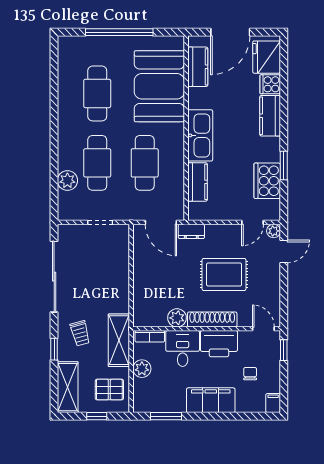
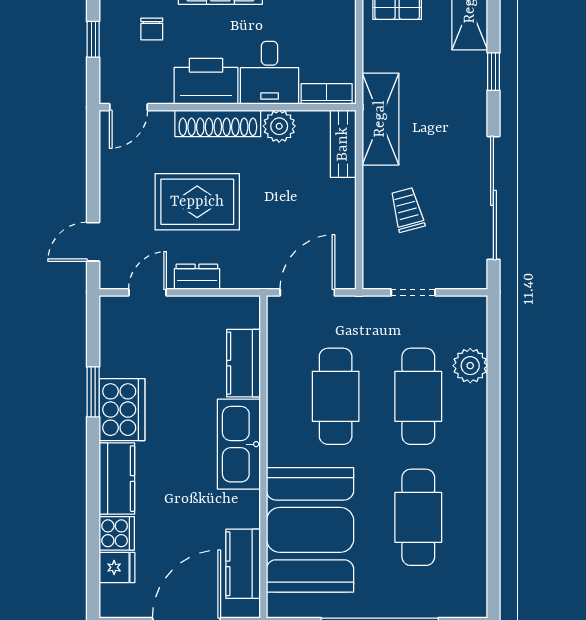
fridge: (267, 57) -> (117, 567), width x0.53, depth x0.75
cooker: (267, 181) -> (122, 410), moved
door: (161, 222) -> (307, 292), hinge flipped
dresser: (191, 231) -> (197, 277), moved
plant: (274, 231) -> (111, 278), removed
bench: (140, 308) -> (343, 144), added
door: (263, 329) -> (129, 107), hinge flipped
trolley: (80, 333) -> (407, 210), moved
shelving: (119, 340) -> (380, 119), moved
window: (284, 350) -> (93, 39), moved
plant: (142, 369) -> (340, 38), removed

